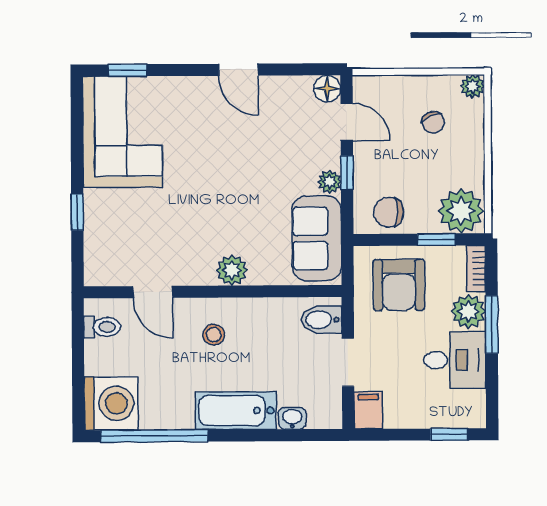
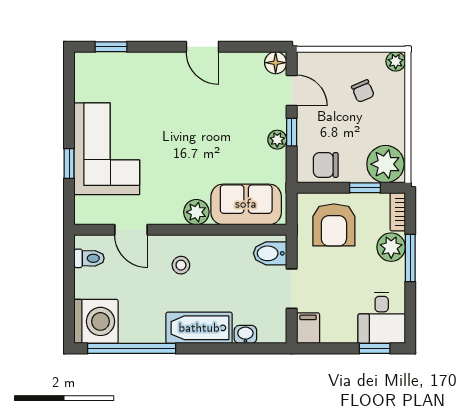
corner sofa: (123, 132) -> (107, 149), moved
sofa: (317, 238) -> (246, 204), moved, turned 90
desk: (455, 360) -> (382, 318), moved, turned 90

